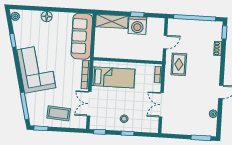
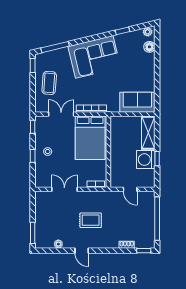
floor lamp: (47, 16) -> (149, 47), moved
sofa: (82, 36) -> (137, 102), width x0.73
rug: (179, 64) -> (91, 220), moved
bed: (113, 77) -> (90, 138), width x1.50

